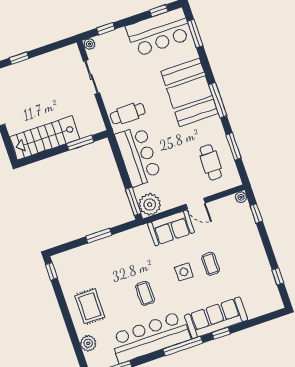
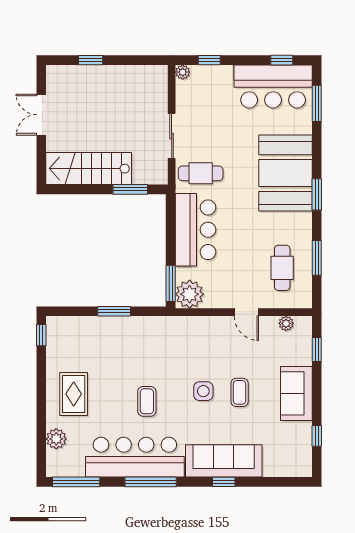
sliding door: (92, 77) -> (172, 136), moved
window: (218, 100) -> (317, 194), width x0.69
plant: (241, 197) -> (286, 323), moved
sofa: (171, 228) -> (296, 393), moved, turned 90
window: (183, 346) -> (151, 482), moved

